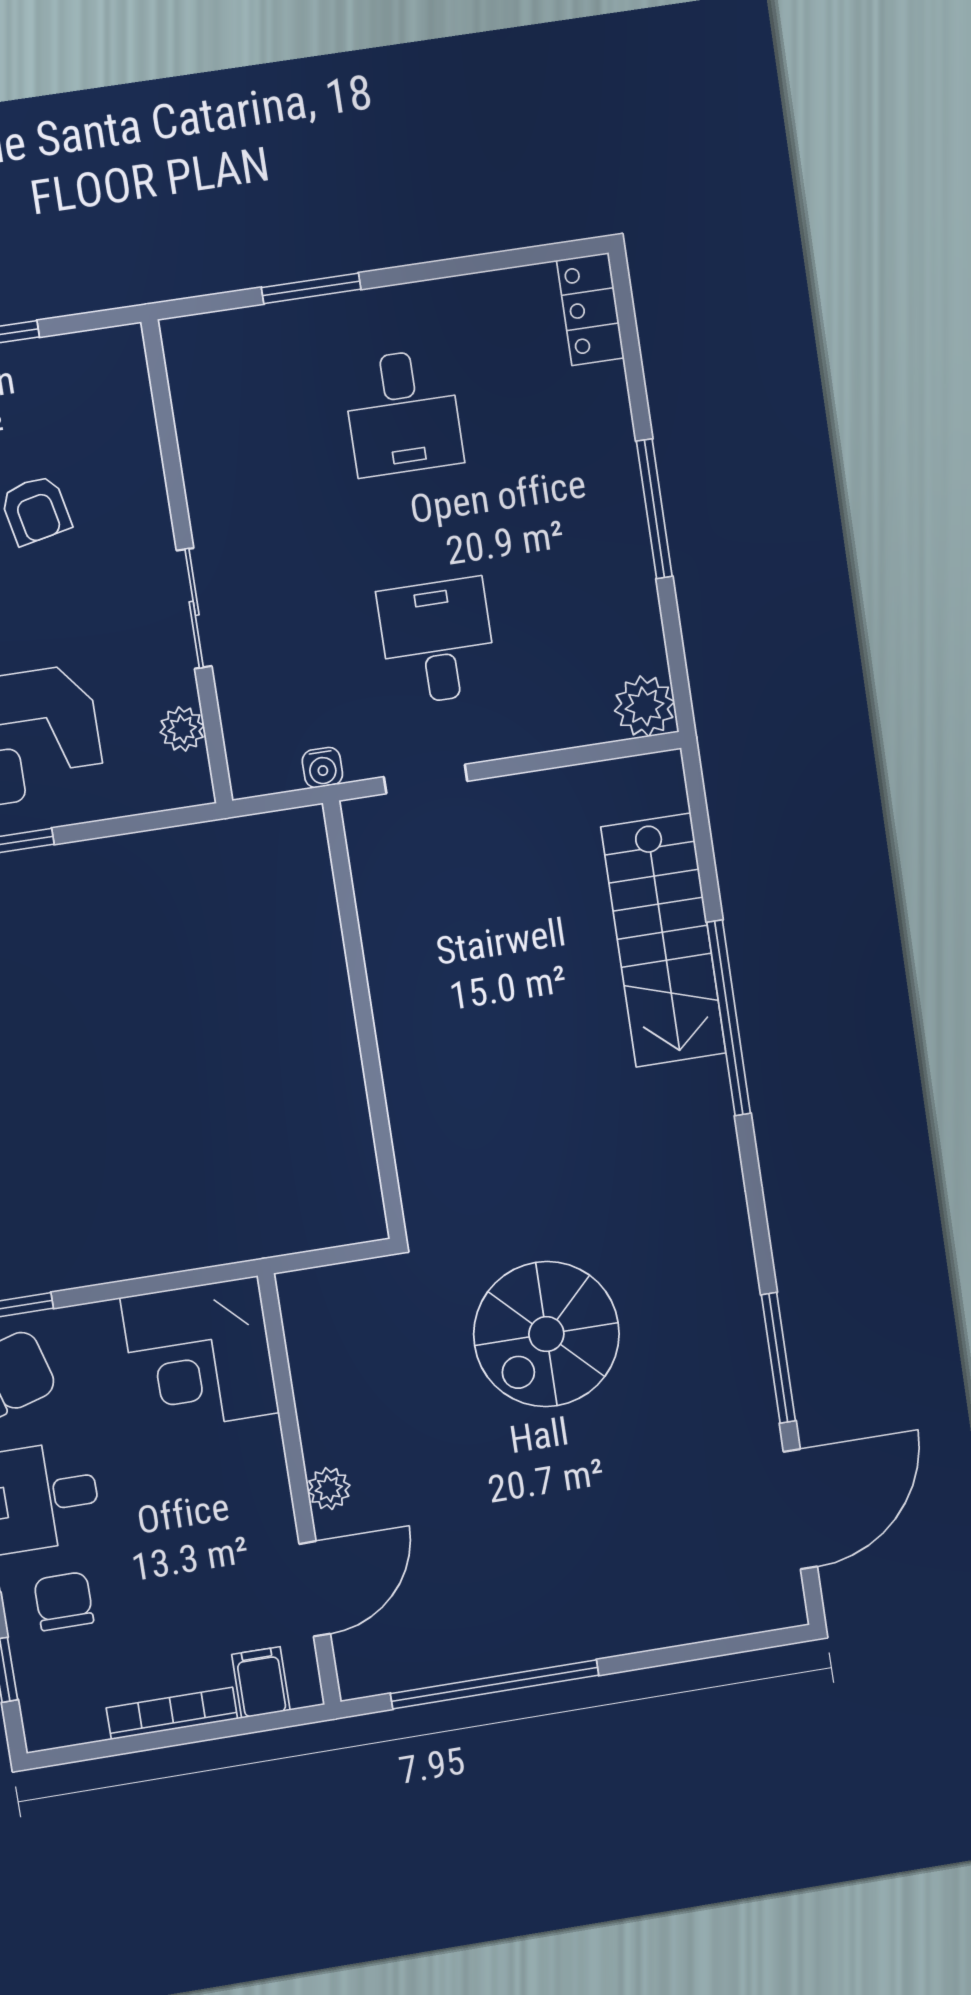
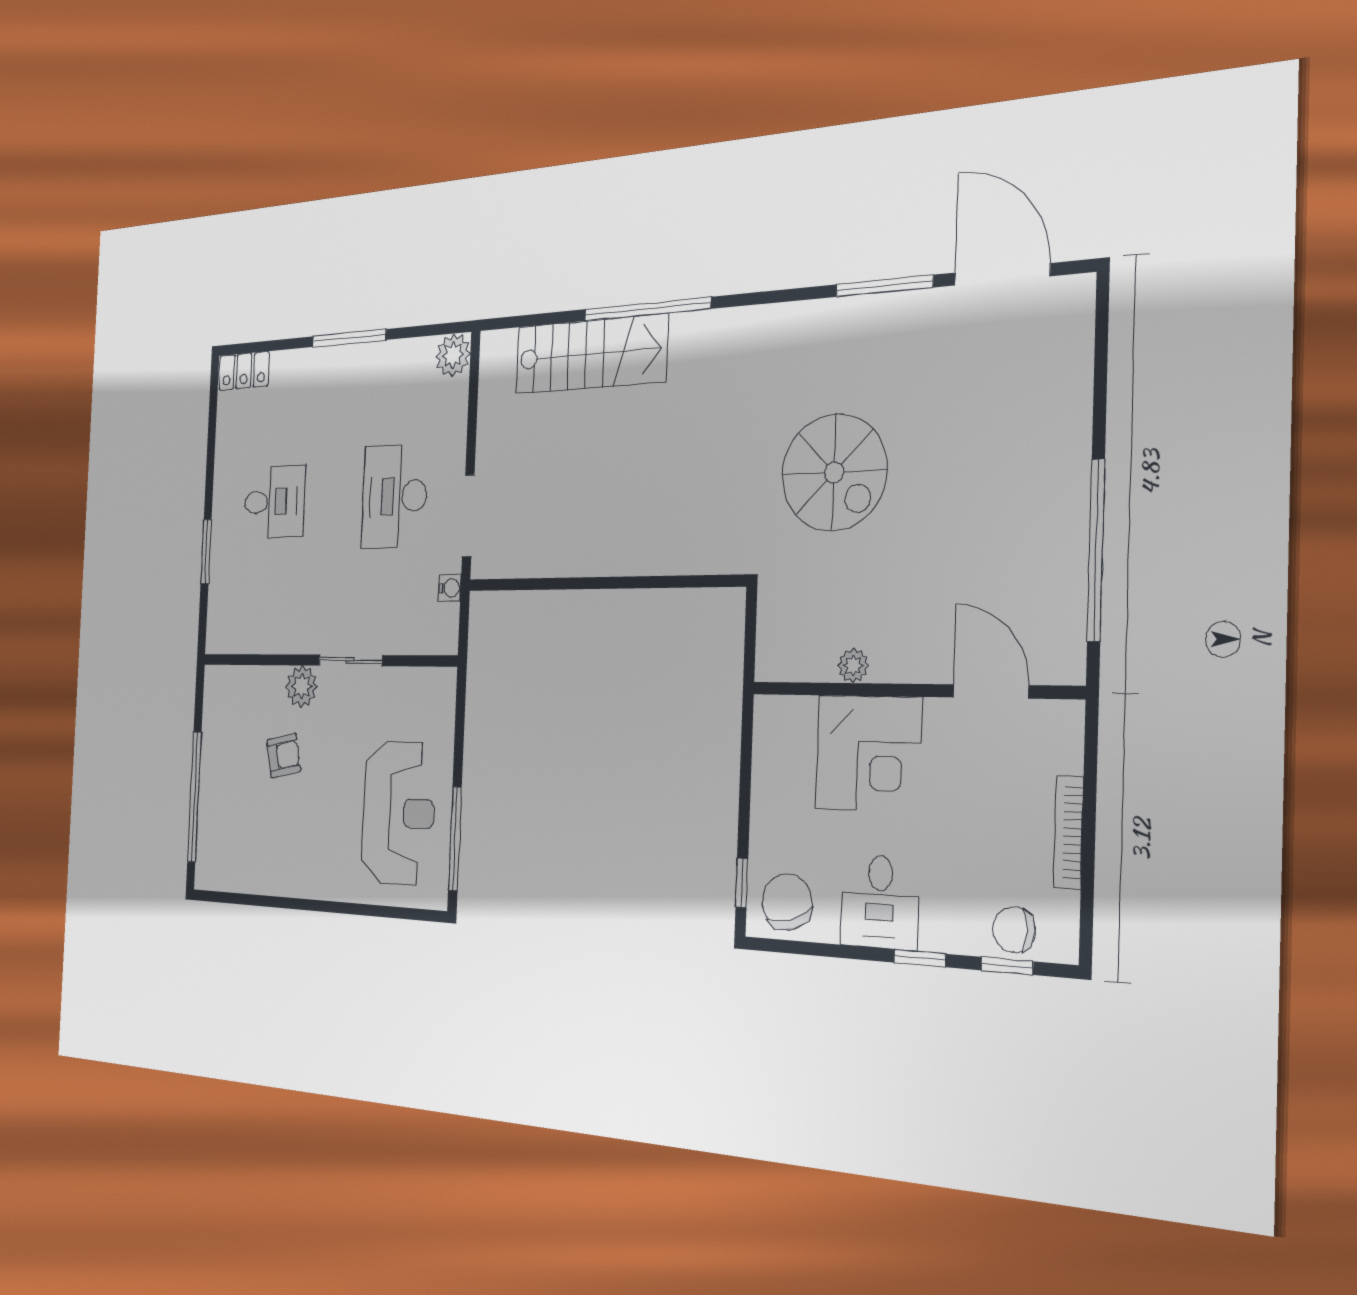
desk: (437, 641) -> (394, 496), width x1.37
plant: (182, 729) -> (302, 686), moved, width x1.38, depth x1.38
doorway: (426, 779) -> (468, 516), width x1.38
corner desk: (200, 1355) -> (868, 754), moved
plant: (329, 1489) -> (853, 665), moved
chair: (64, 1601) -> (1014, 930), moved
filing cabinet: (261, 1682) -> (1057, 751), removed

